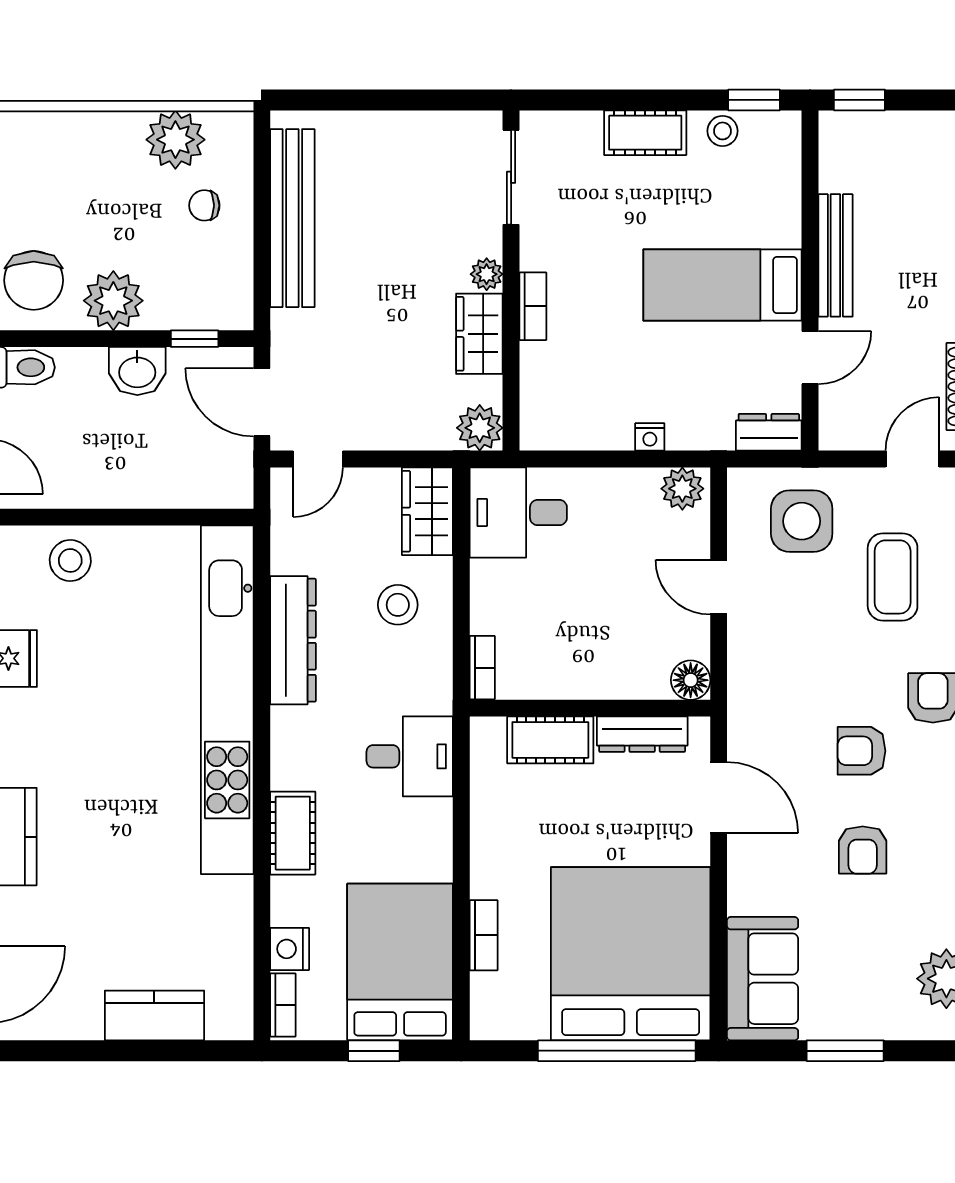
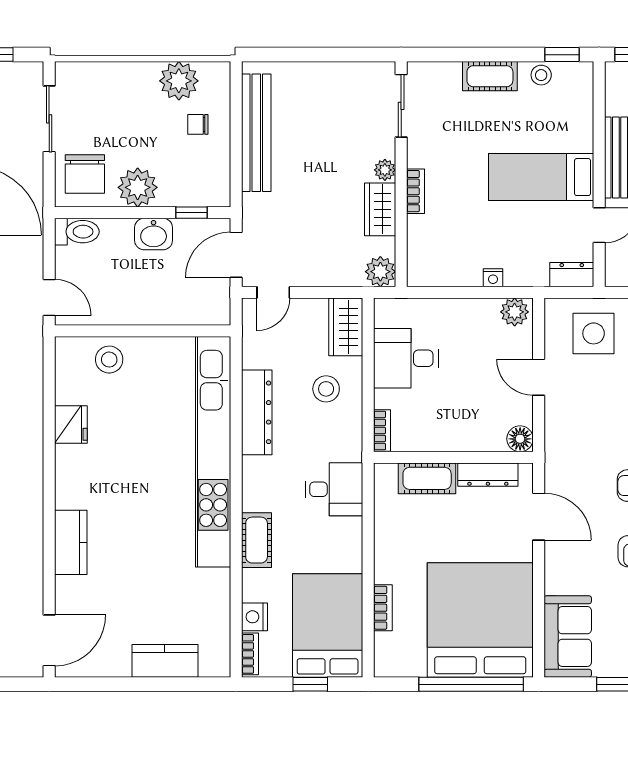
door: (262, 402) -> (236, 255), hinge flipped
desk: (518, 513) -> (406, 358), moved

